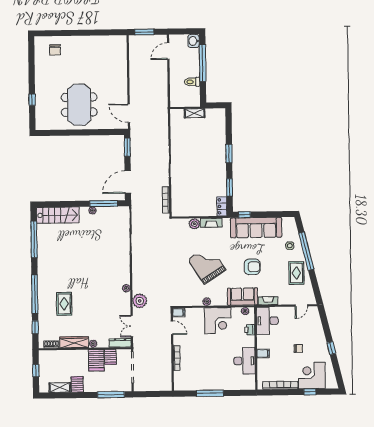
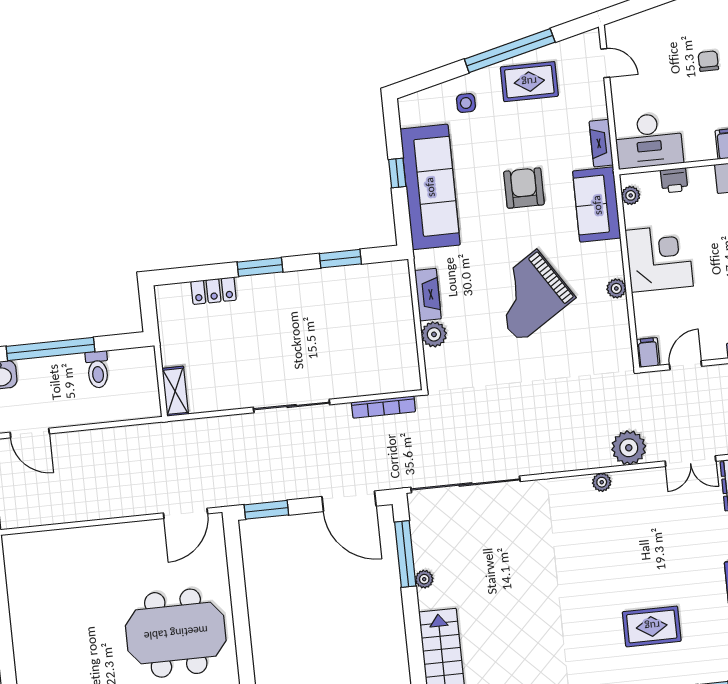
shelving: (195, 113) -> (175, 391), moved
locker: (222, 206) -> (214, 291), moved
window: (244, 215) -> (397, 173), moved
window: (306, 251) -> (510, 51), moved

